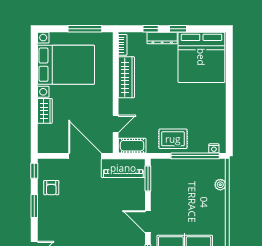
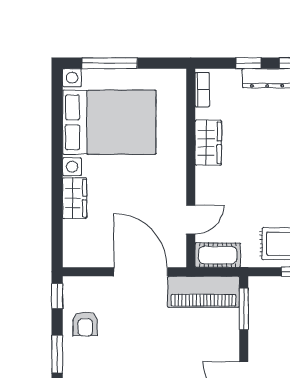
window: (85, 29) -> (110, 63), moved
wardrobe: (126, 77) -> (208, 143), width x0.67

